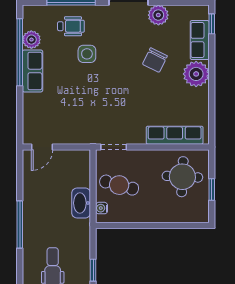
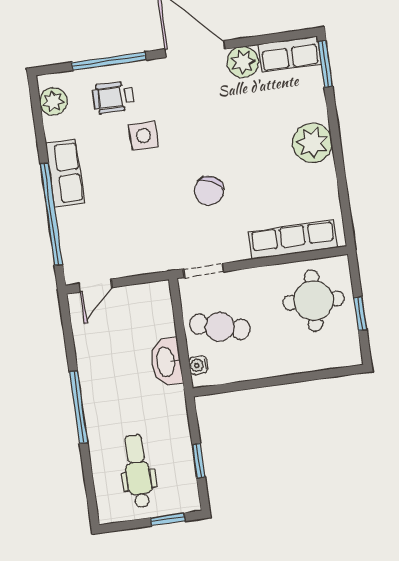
window: (212, 24) -> (325, 64), width x1.50
wheelchair: (71, 26) -> (113, 97), turned 180
plant: (31, 40) -> (53, 101), moved
row of seats: (200, 40) -> (290, 54), moved, turned -90
window: (20, 52) -> (51, 214), moved
chair: (155, 60) -> (209, 191), moved

